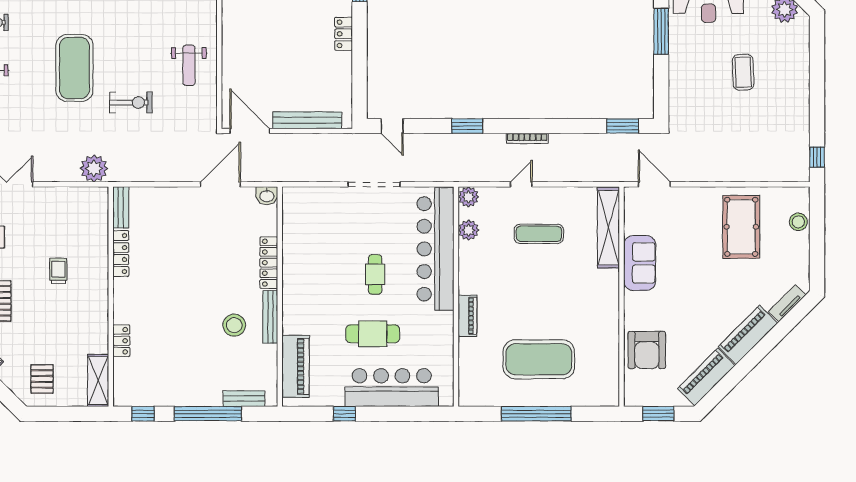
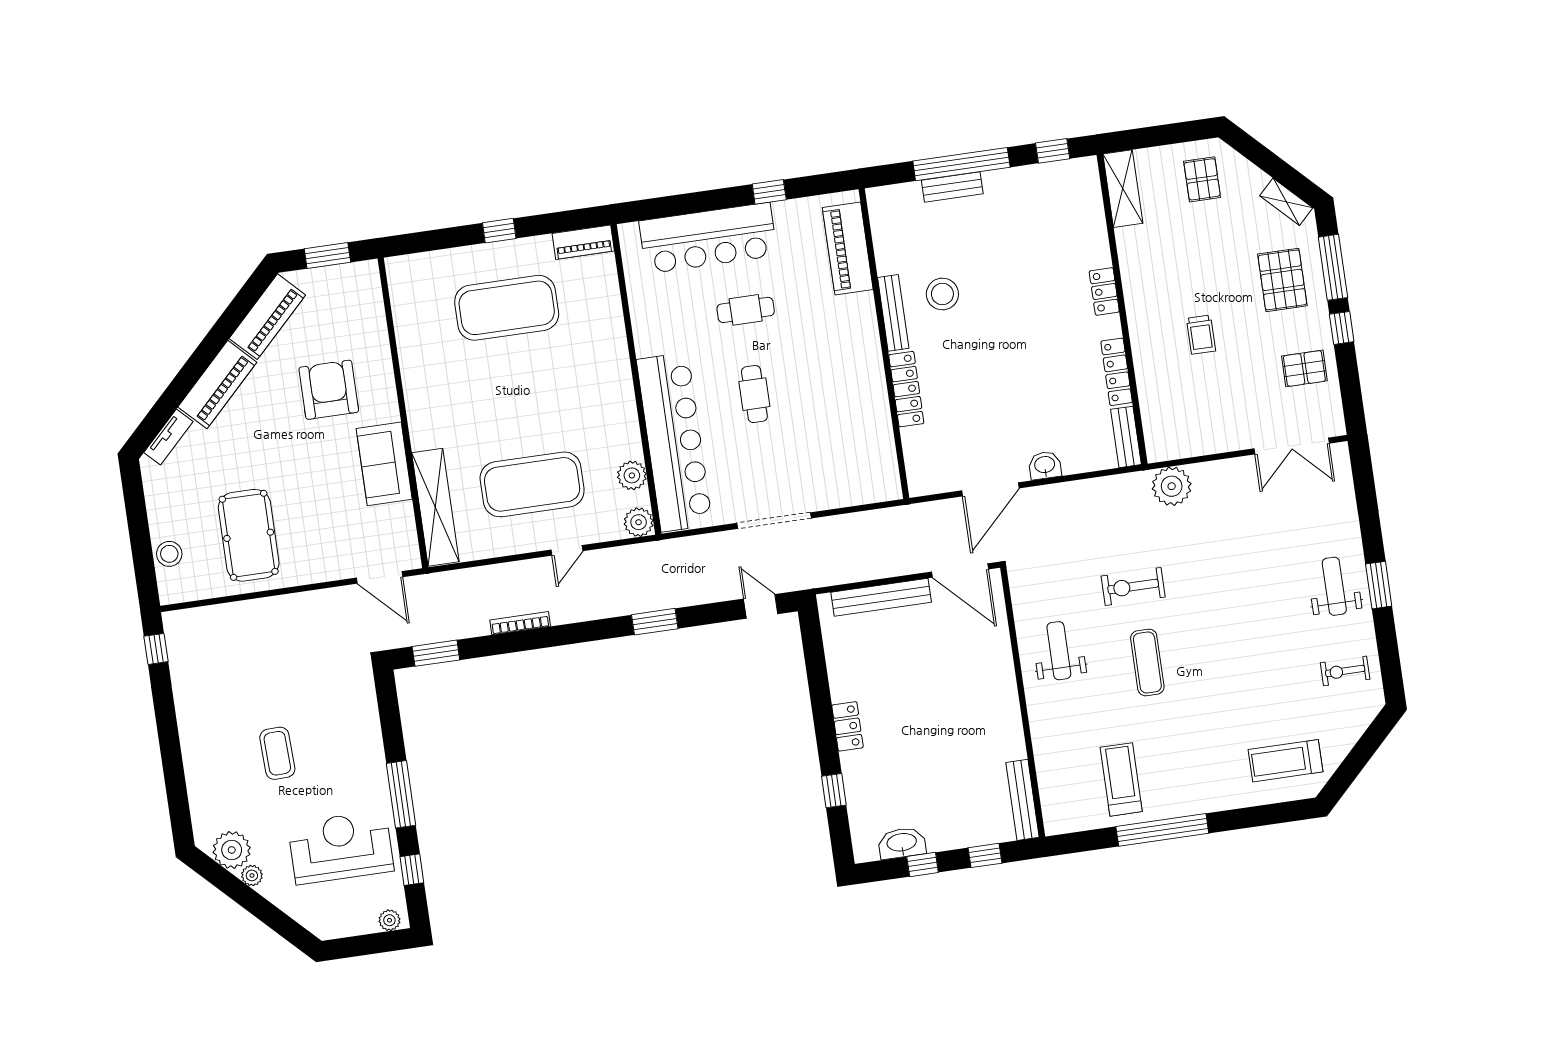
exercise mat: (74, 68) -> (1147, 662), moved, width x0.50, depth x0.69
bookcase: (527, 138) -> (520, 623), moved
washbasin: (267, 196) -> (1045, 465), moved
exercise mat: (539, 234) -> (532, 484), width x2.00, depth x1.45
piano: (467, 316) -> (583, 242), moved, turned -90
cafe table: (373, 334) -> (746, 310), width x0.73, depth x0.74
locker: (121, 341) -> (1104, 291), moved
armchair: (647, 350) -> (329, 390), moved
bench: (244, 399) -> (952, 187), moved
window: (536, 414) -> (499, 231), width x0.32

